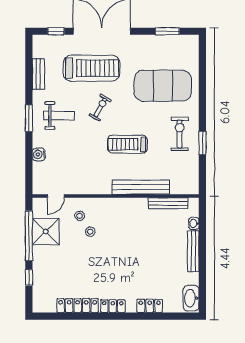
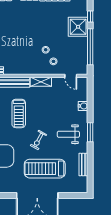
window: (56, 31) -> (71, 195), removed
treadmill: (127, 144) -> (19, 113), turned 90
shelving: (97, 188) -> (41, 82), added
door: (56, 196) -> (71, 76), swing flipped
shower: (46, 232) -> (78, 27), moved

